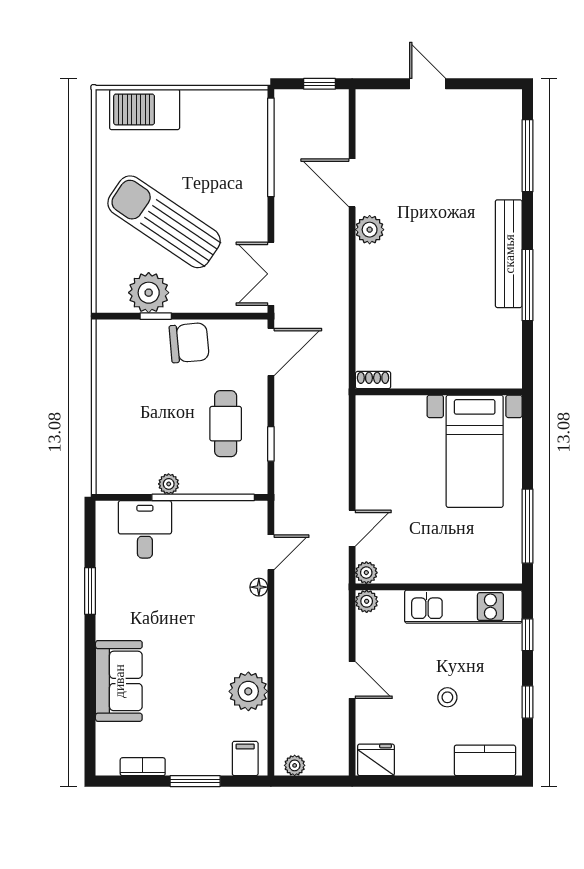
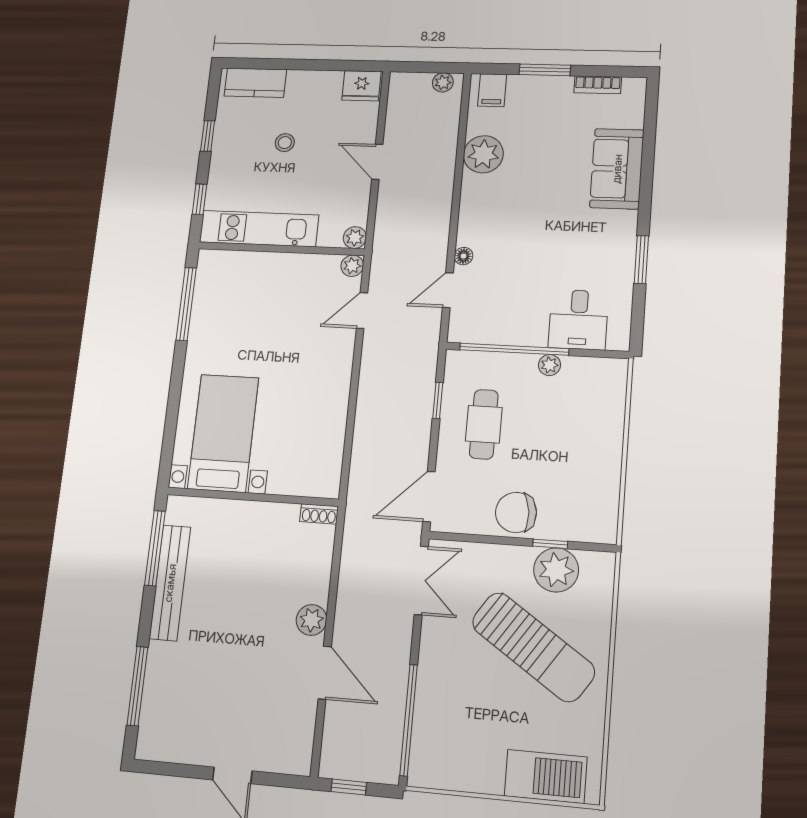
shoe rack: (373, 380) -> (319, 514), moved
wall: (439, 392) -> (253, 497), moved
bed with nightstands: (475, 451) -> (223, 433), moved

